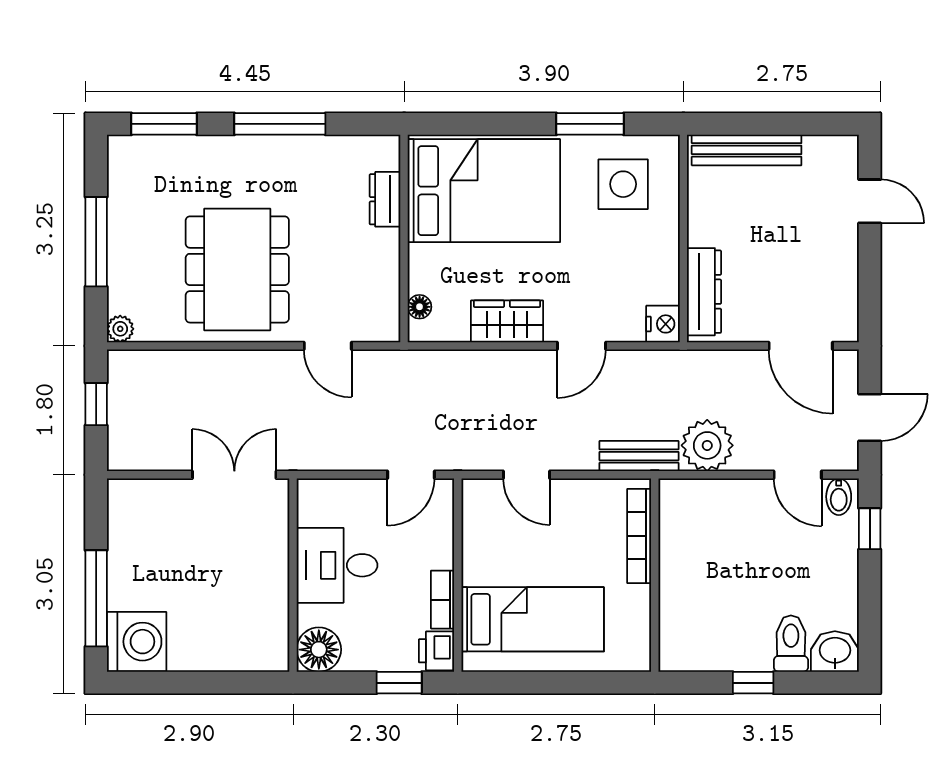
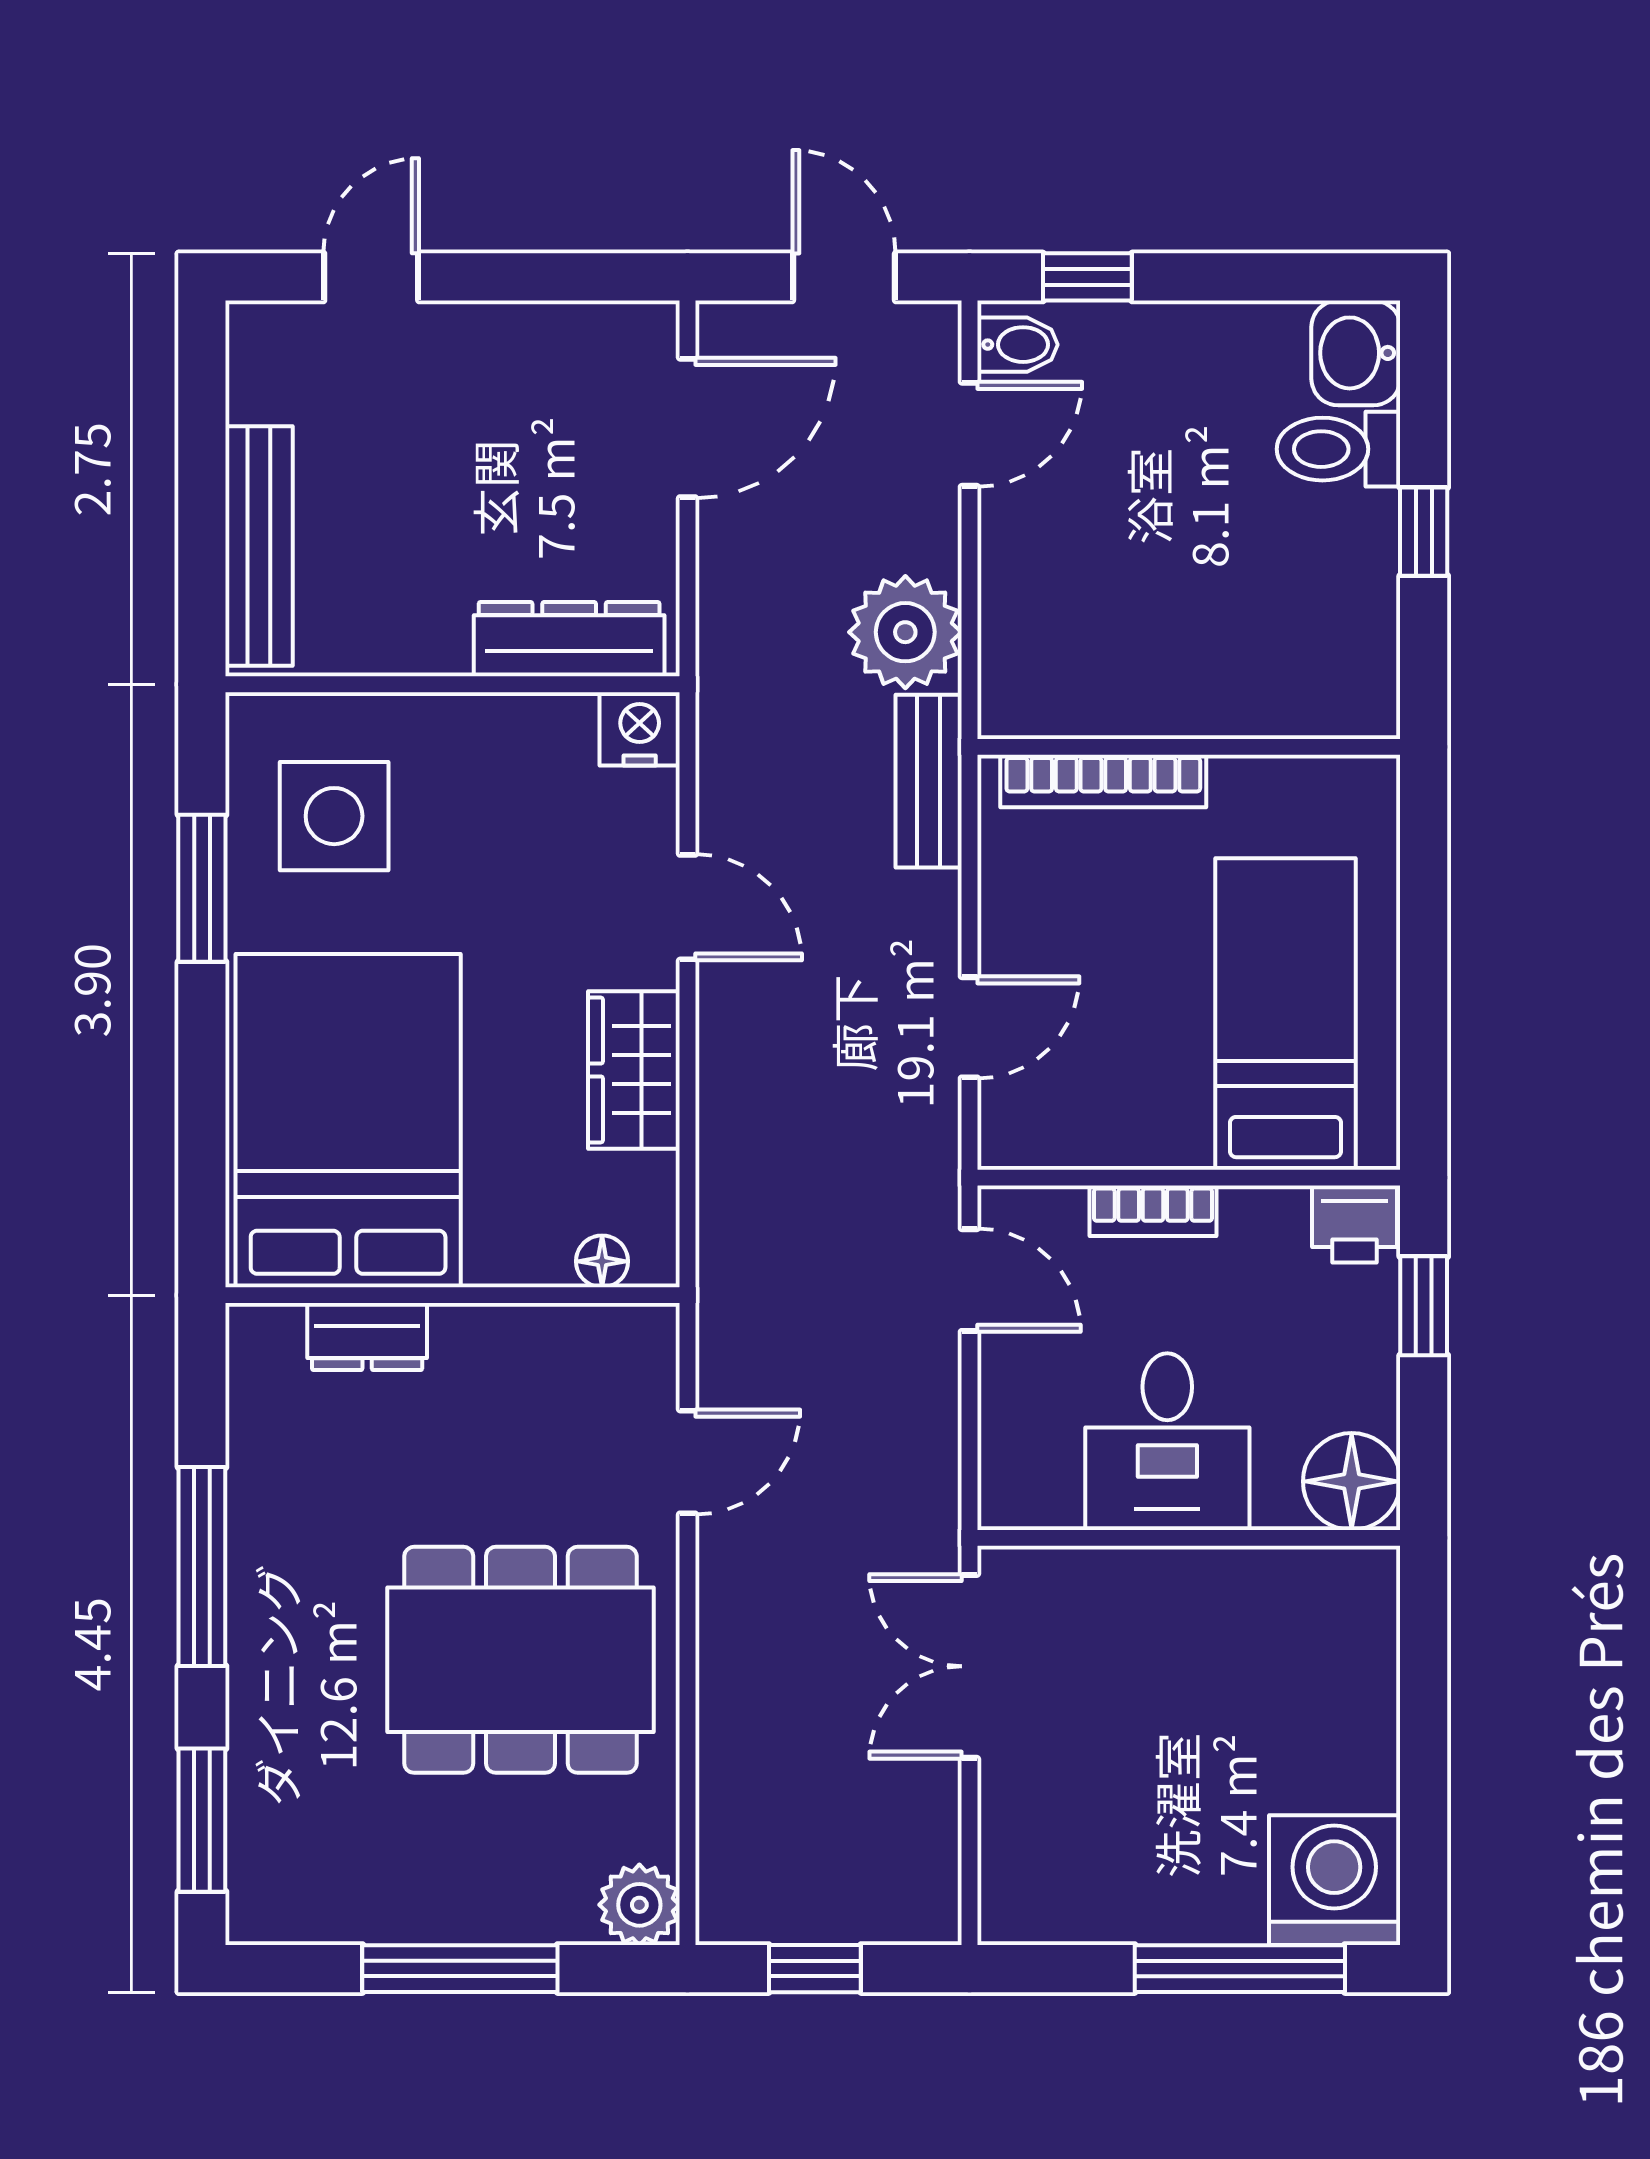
plant: (120, 329) -> (639, 1905), width x1.38, depth x1.38
bookcase: (443, 600) -> (1153, 1211), moved

